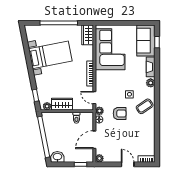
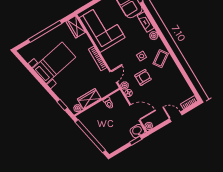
door: (94, 98) -> (113, 77), swing flipped
door: (94, 140) -> (135, 113), swing flipped
washbasin: (57, 157) -> (137, 131), moved

